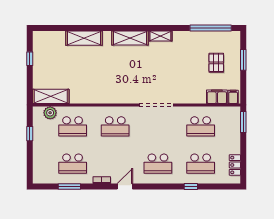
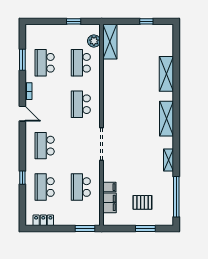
shelving: (160, 36) -> (168, 160), moved
filing cabinet: (233, 97) -> (109, 187), moved

